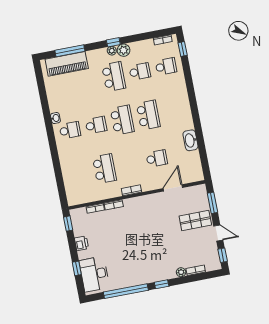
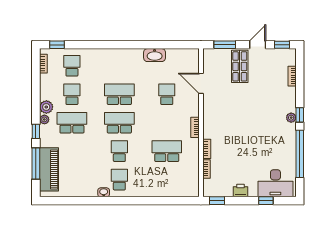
window: (113, 42) -> (36, 131), moved
plant: (181, 272) -> (291, 118), moved

